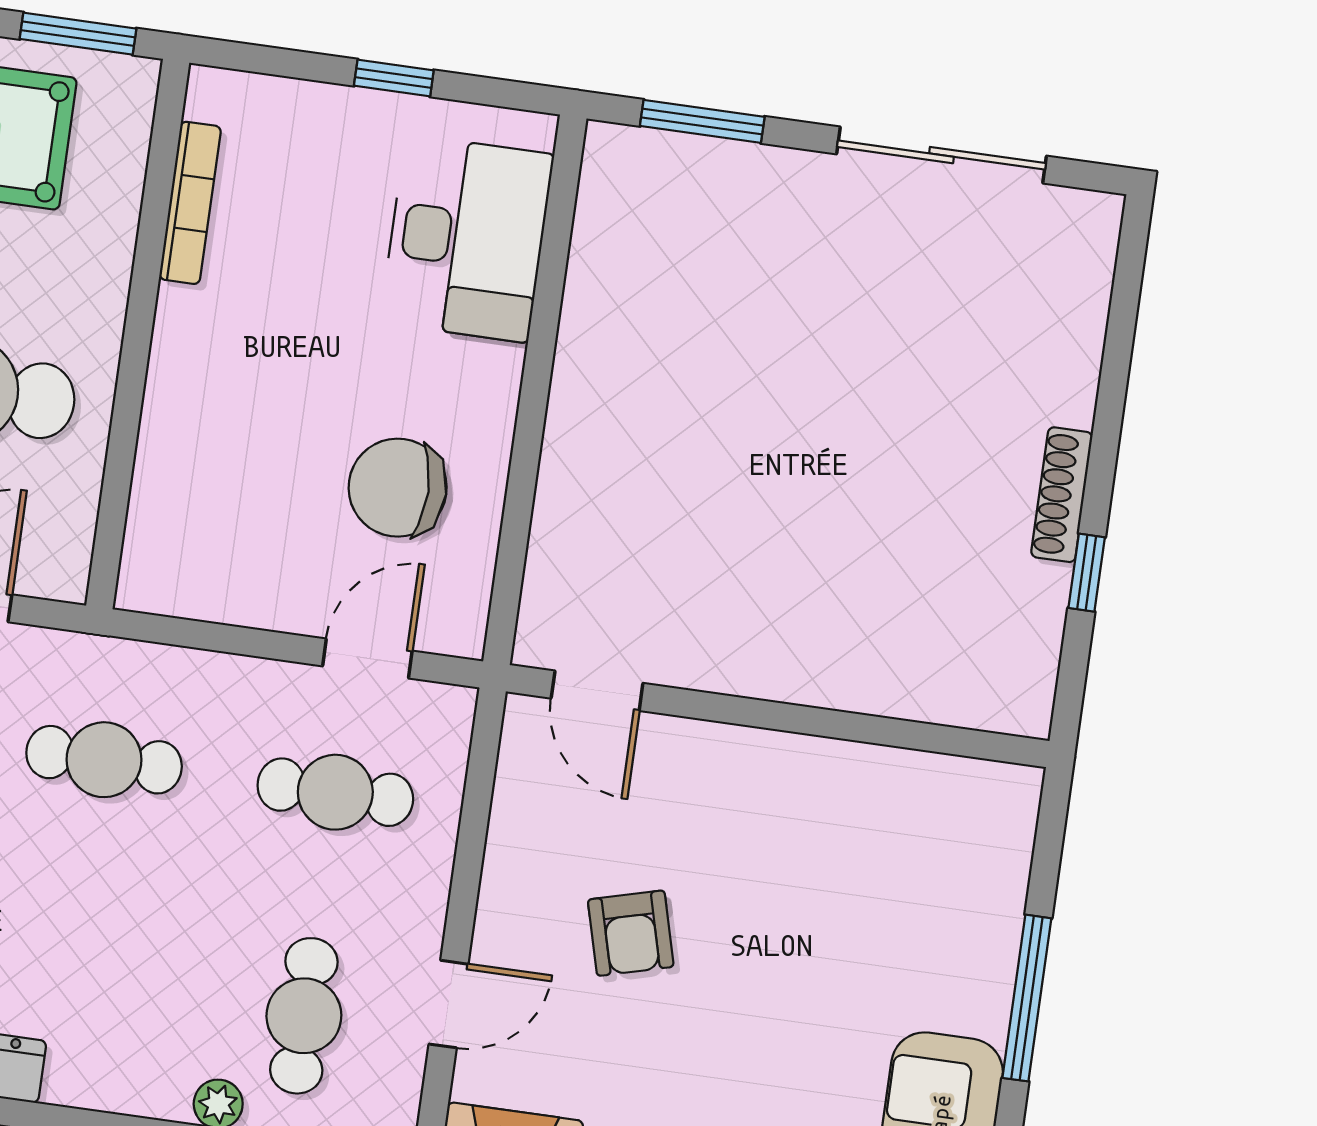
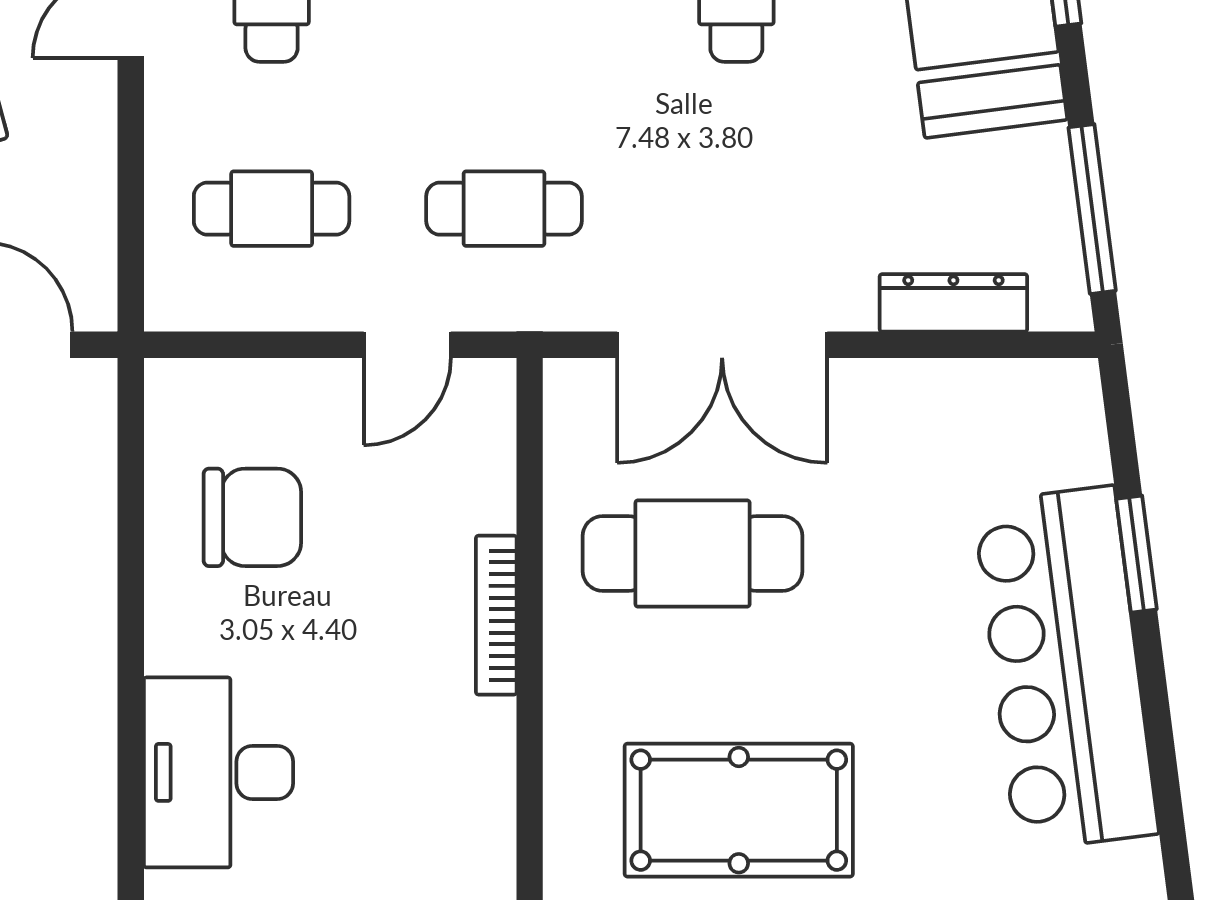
bookcase: (190, 203) -> (496, 615), moved
door: (367, 658) -> (407, 345), moved

